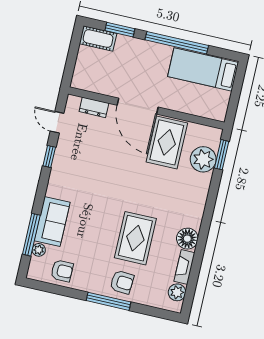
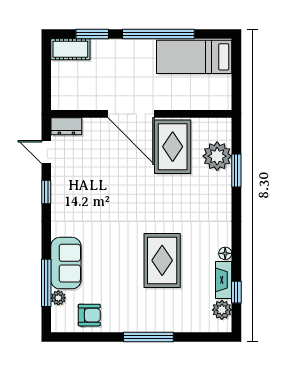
dresser: (94, 107) -> (66, 126), moved
window: (222, 155) -> (236, 170), moved
floor lamp: (187, 239) -> (225, 253), width x0.53, depth x0.53
window: (193, 280) -> (236, 292), added
armchair: (122, 282) -> (158, 312), removed

